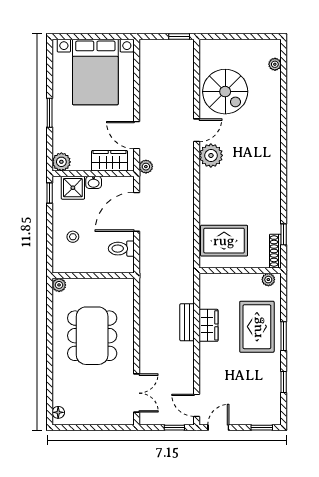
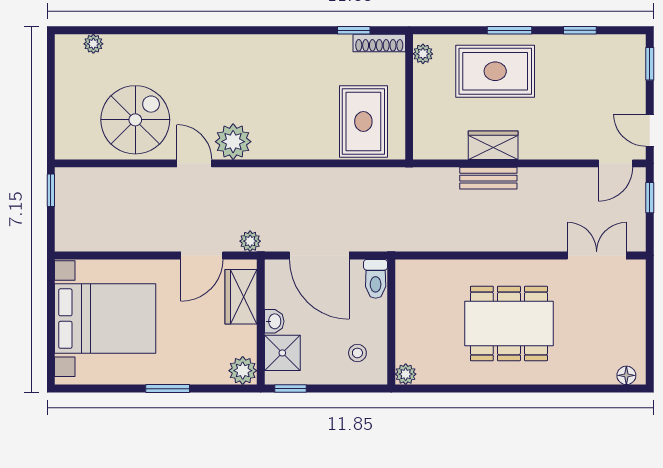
wall: (93, 276) -> (391, 322), moved
plant: (59, 285) -> (406, 374), moved

